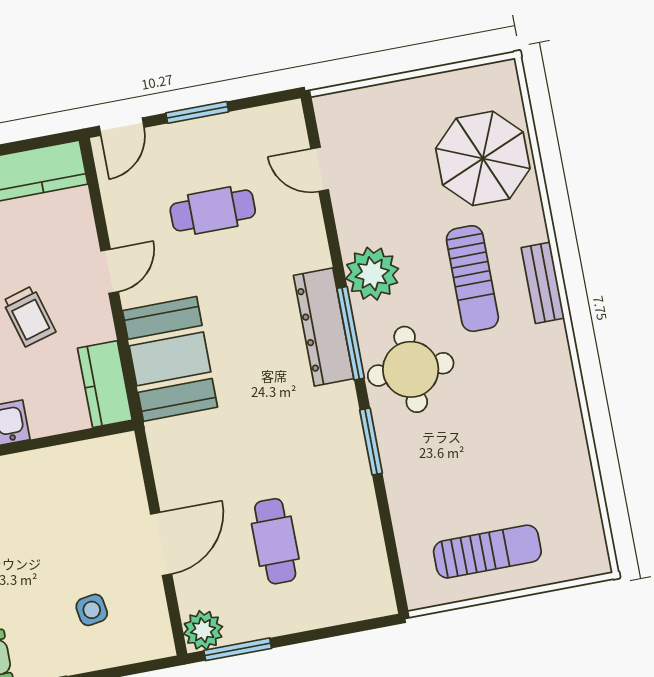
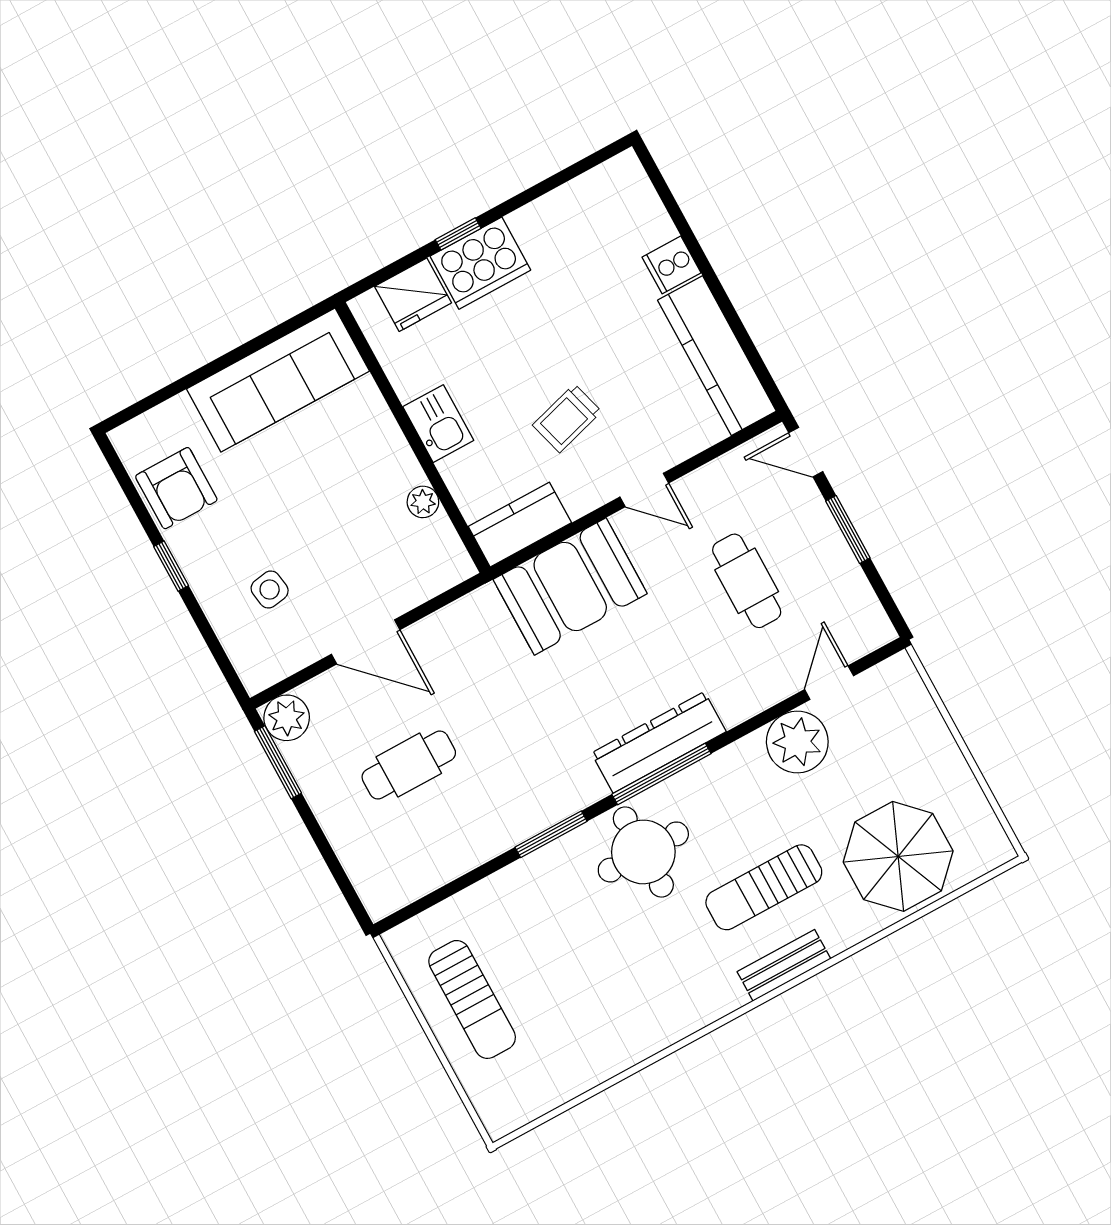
plant: (372, 274) -> (797, 742), moved
plant: (60, 459) -> (423, 502), added

